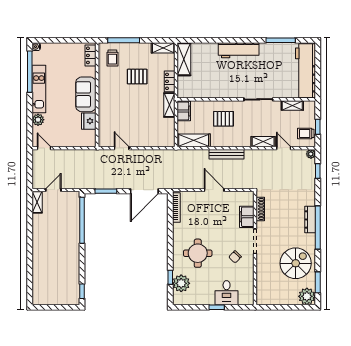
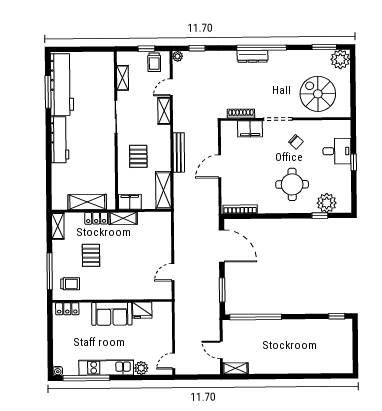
shelving: (184, 59) -> (87, 202), moved
workbench: (306, 71) -> (62, 85), moved, turned -90
spiral stairs: (296, 263) -> (318, 94), moved

